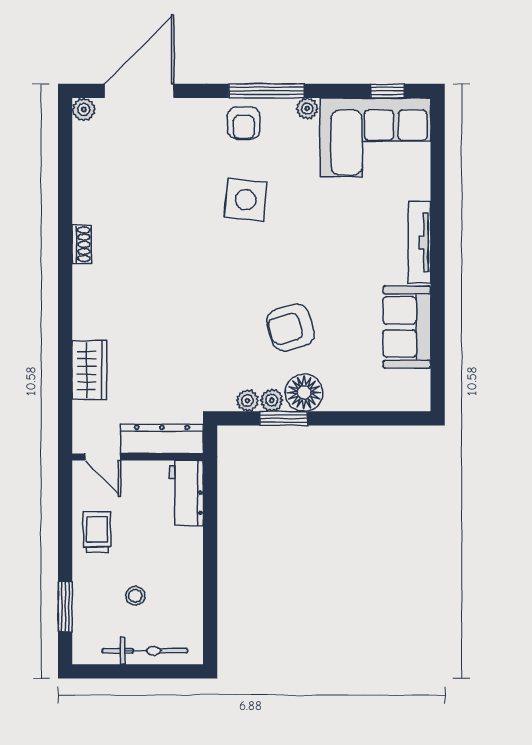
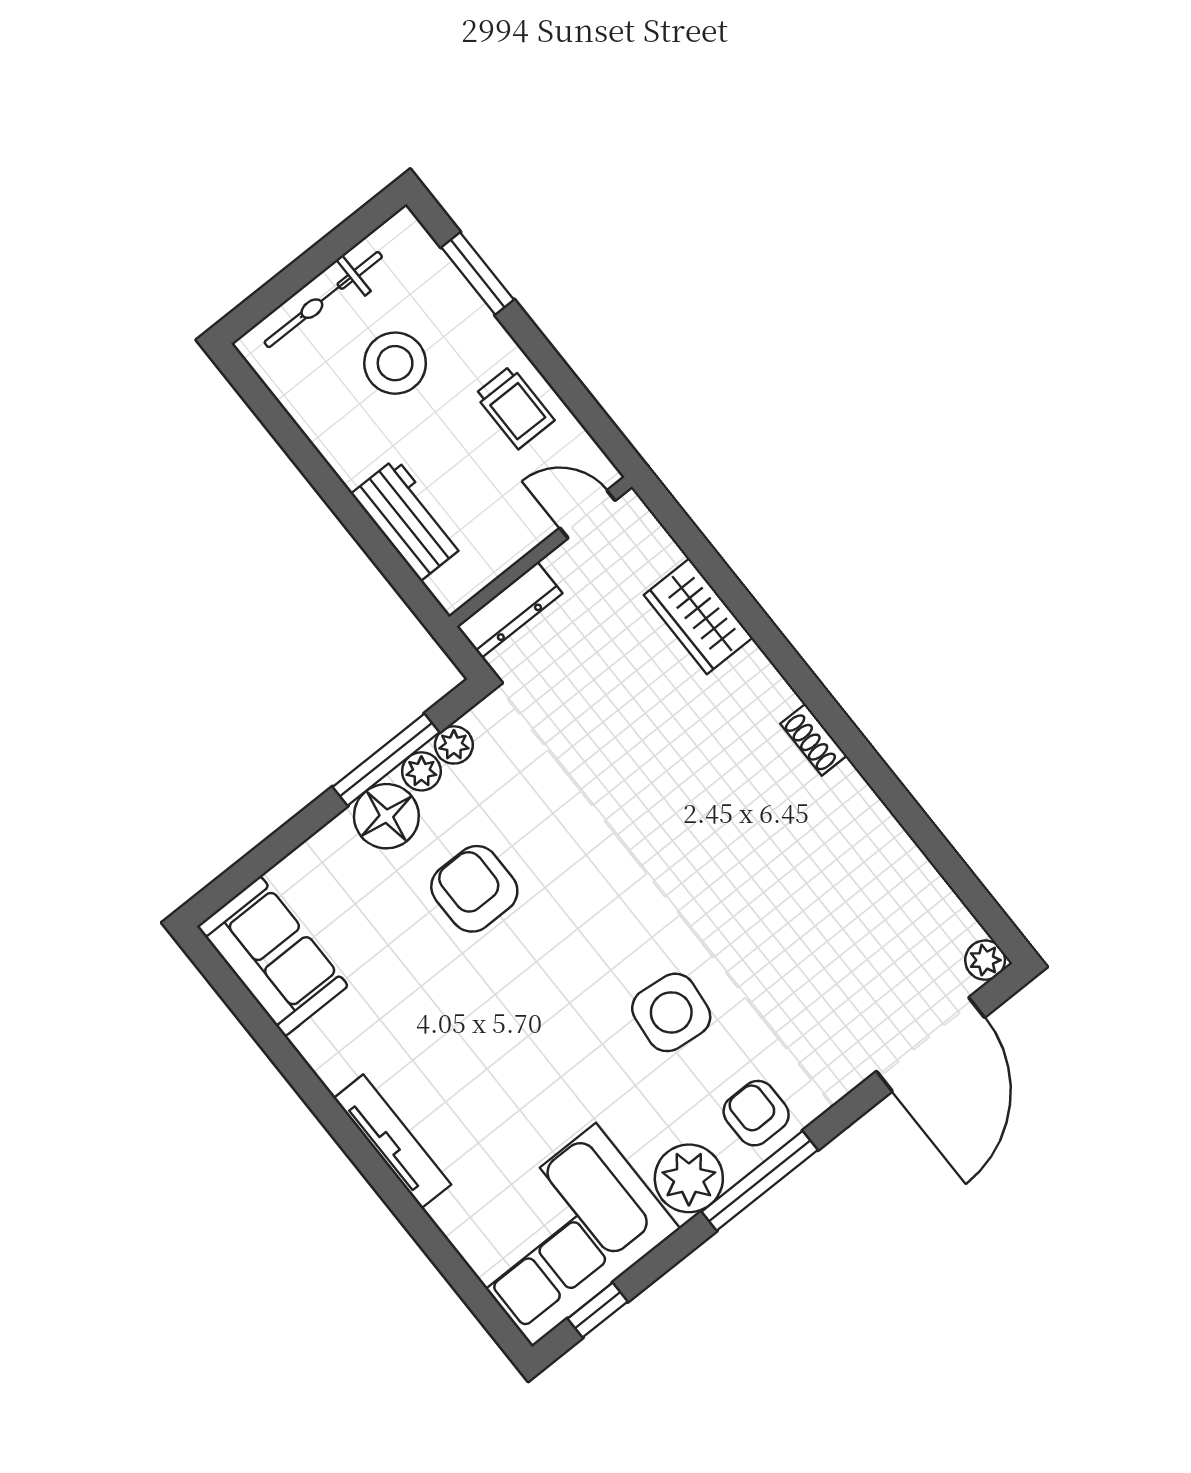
plant: (307, 109) -> (689, 1178), width x1.88, depth x1.88
shoe rack: (82, 244) -> (814, 740), moved
sofa: (407, 327) -> (272, 956), moved
armchair: (290, 328) -> (474, 889), turned -74
window: (284, 418) -> (386, 760), width x1.44
dresser: (162, 439) -> (510, 610), width x0.73, depth x0.80
workbench: (186, 493) -> (408, 519), moved
stool: (135, 596) -> (395, 363), width x1.89, depth x1.89

